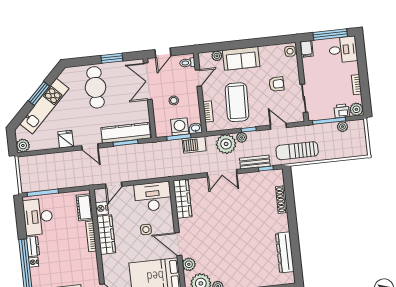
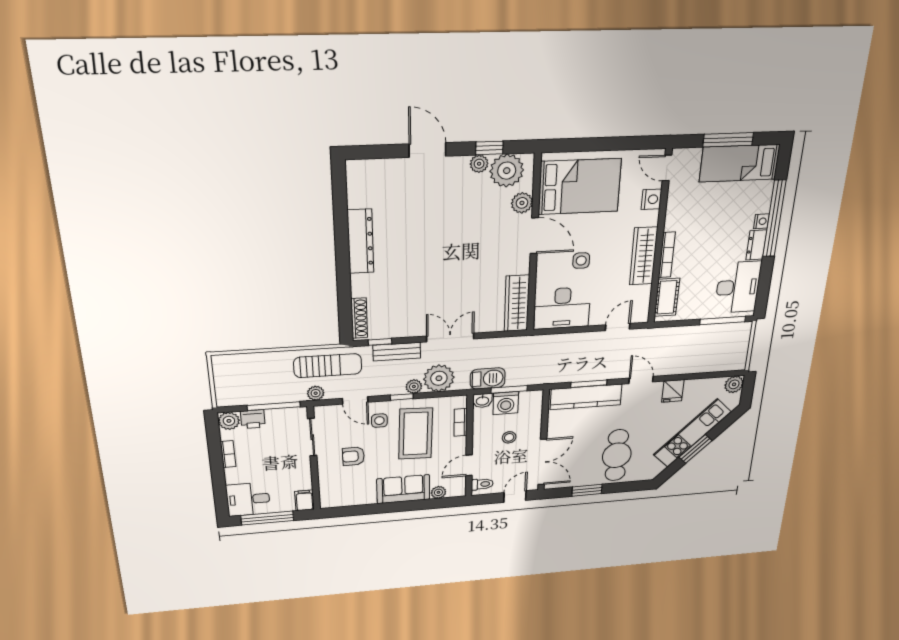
side table: (290, 51) -> (379, 421), moved
plant: (342, 127) -> (316, 393), moved
shoe rack: (282, 200) -> (359, 318), moved
nightstand: (102, 208) -> (651, 199), moved
dresser: (285, 252) -> (361, 241), moved

